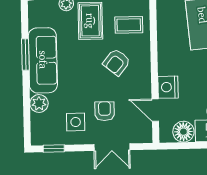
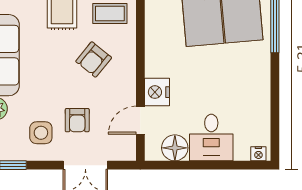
door: (155, 110) -> (140, 120), hinge flipped
armchair: (105, 111) -> (77, 120), turned 180

